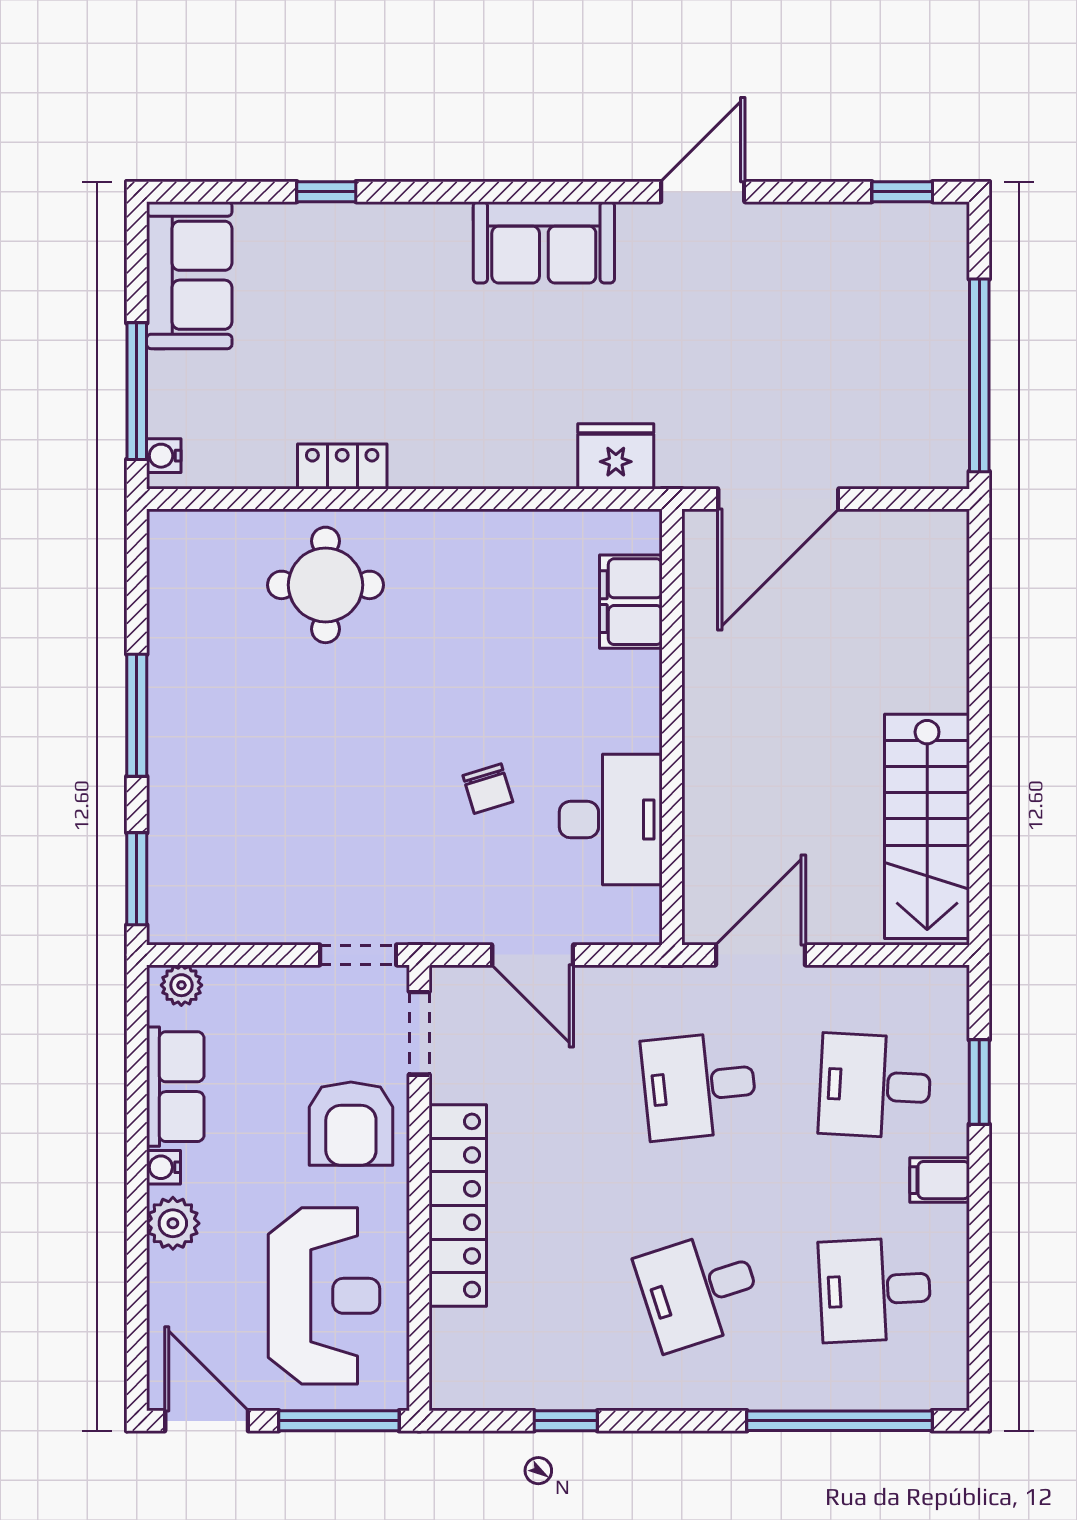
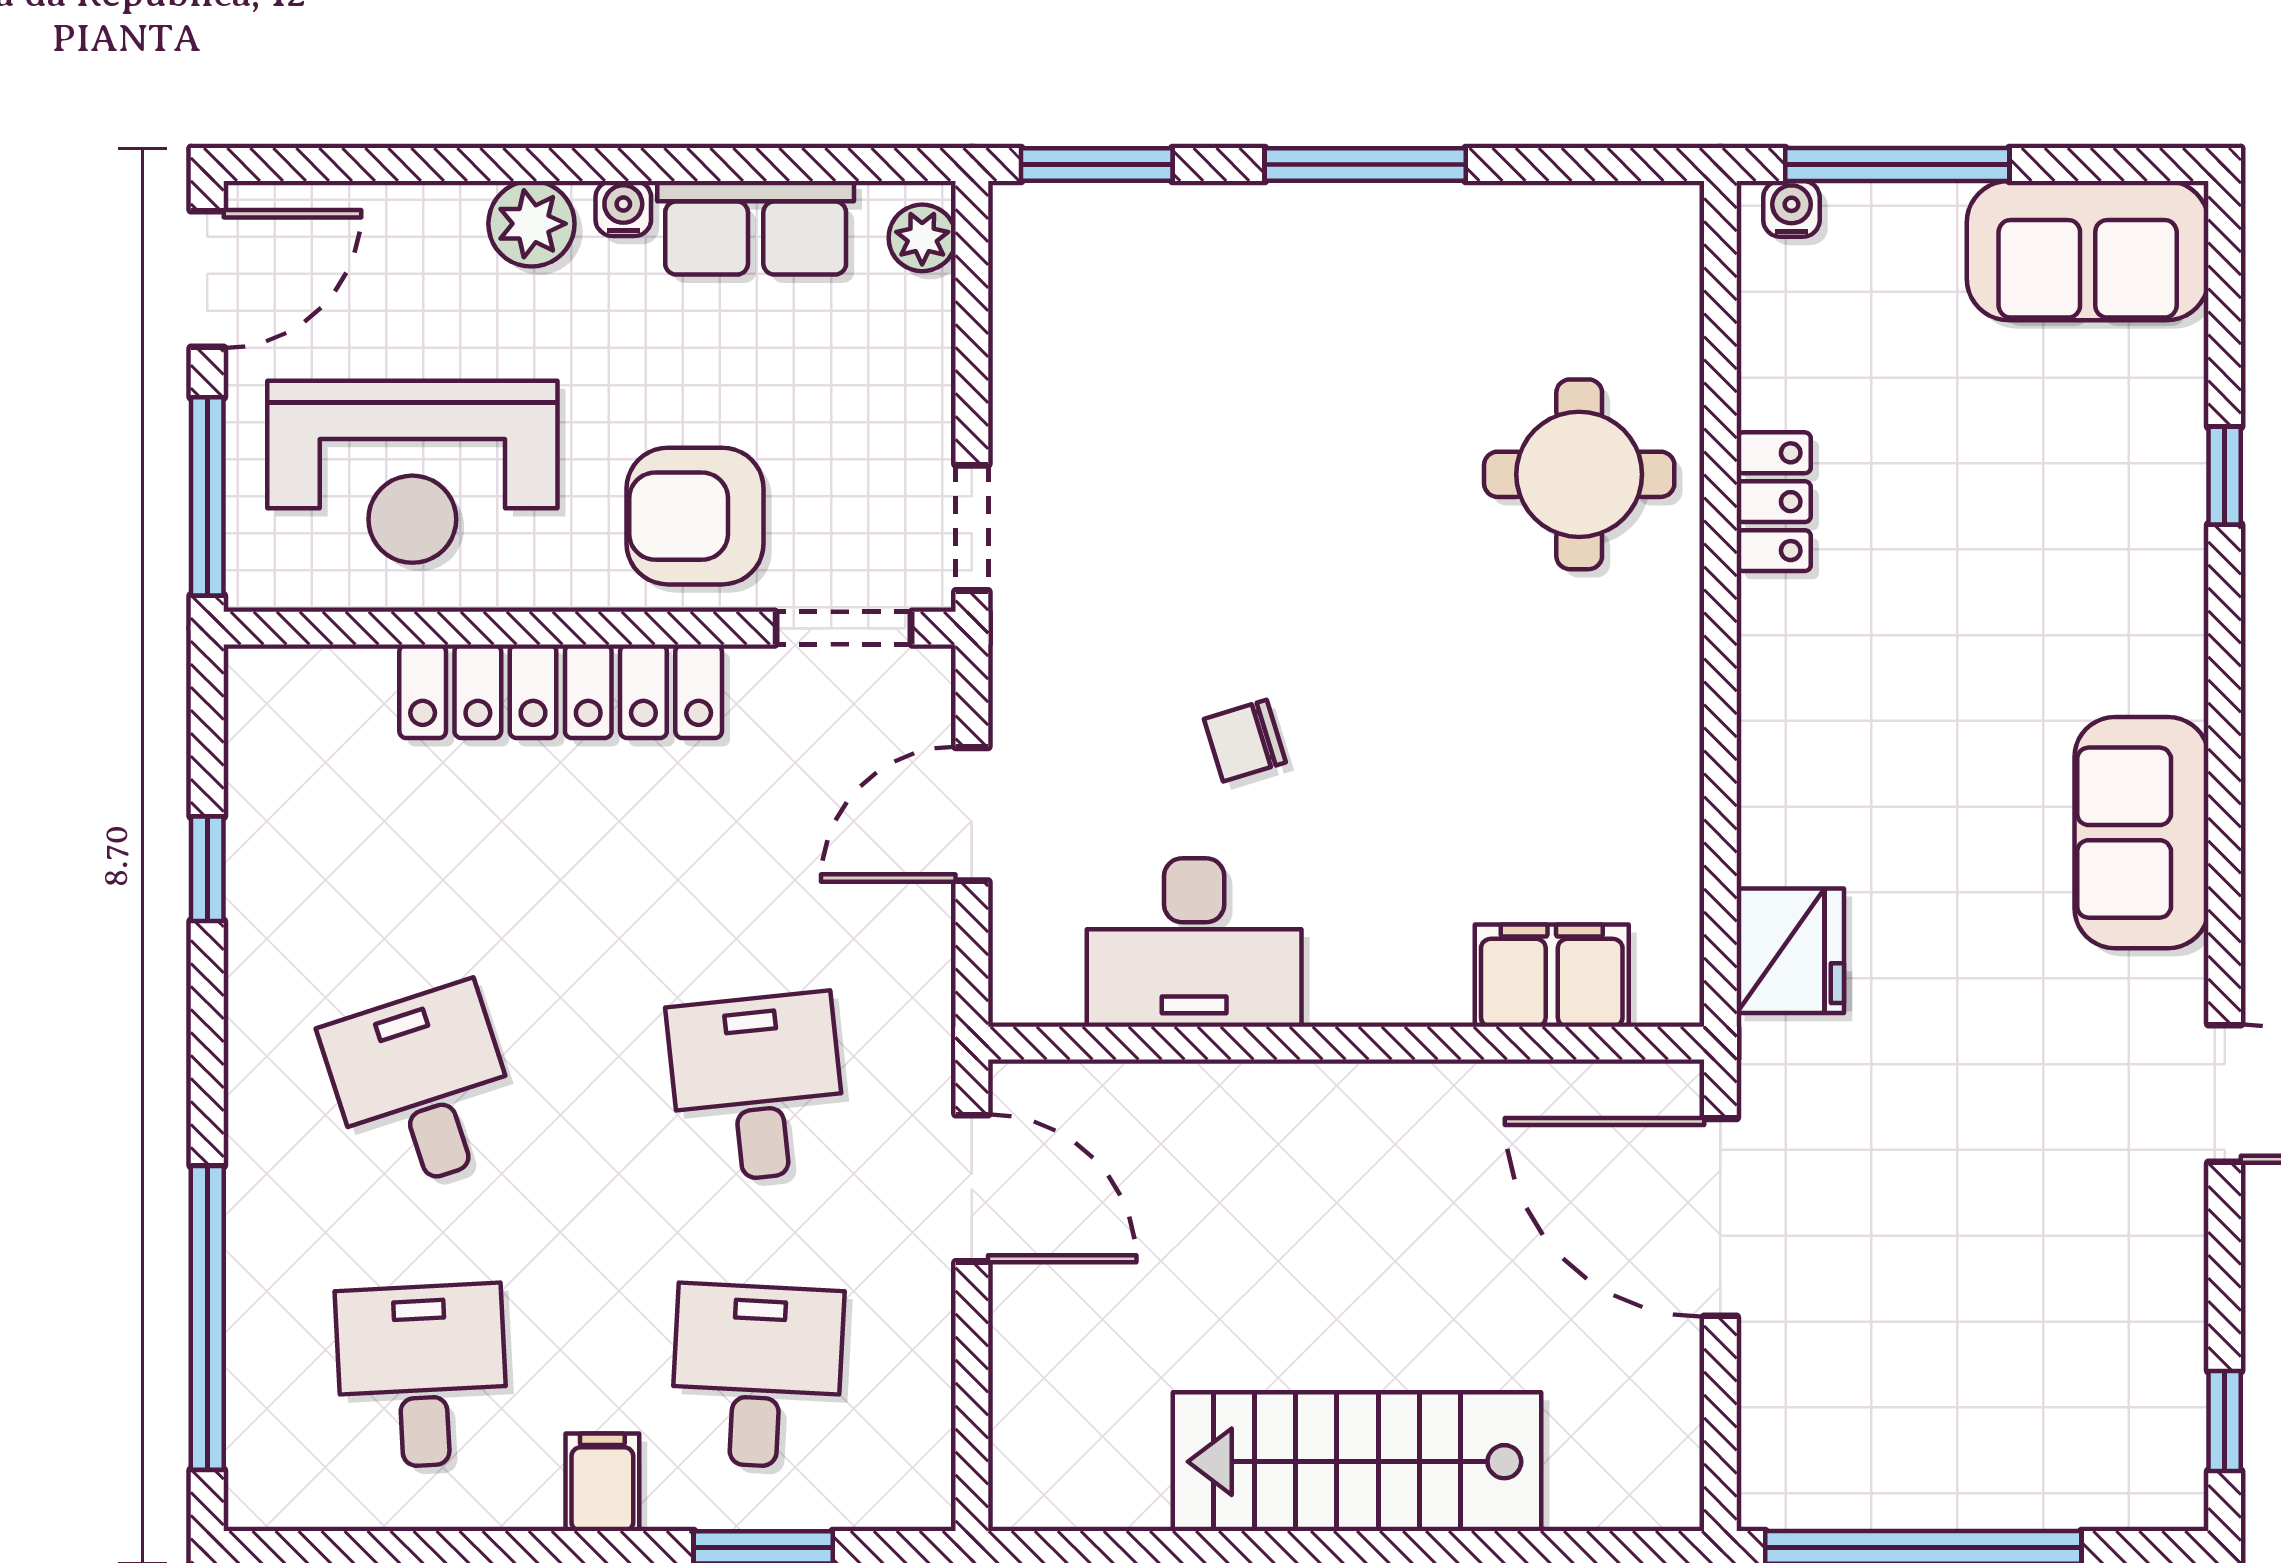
stairs: (927, 826) -> (1357, 1462), moved

